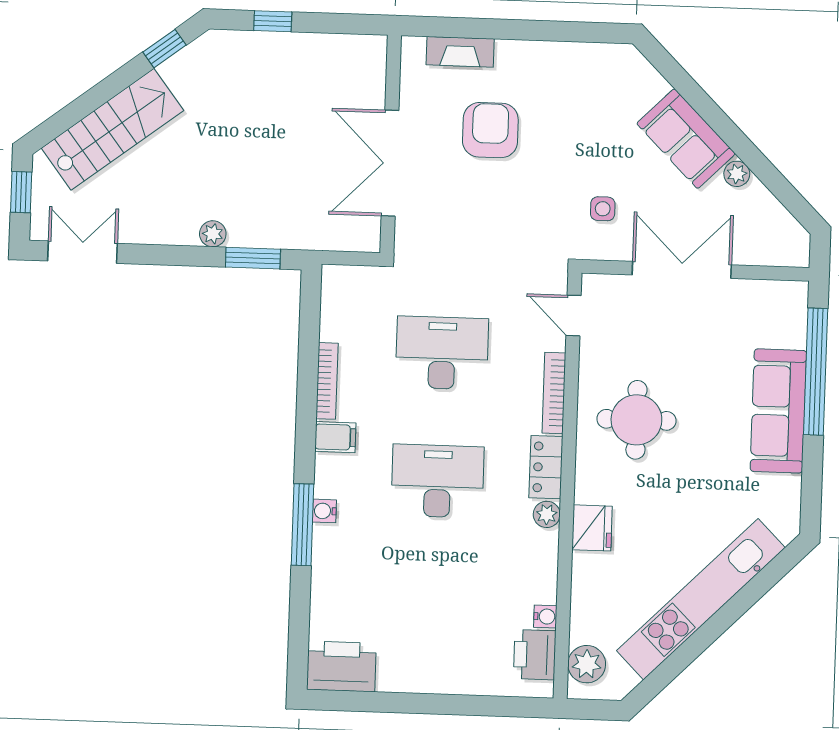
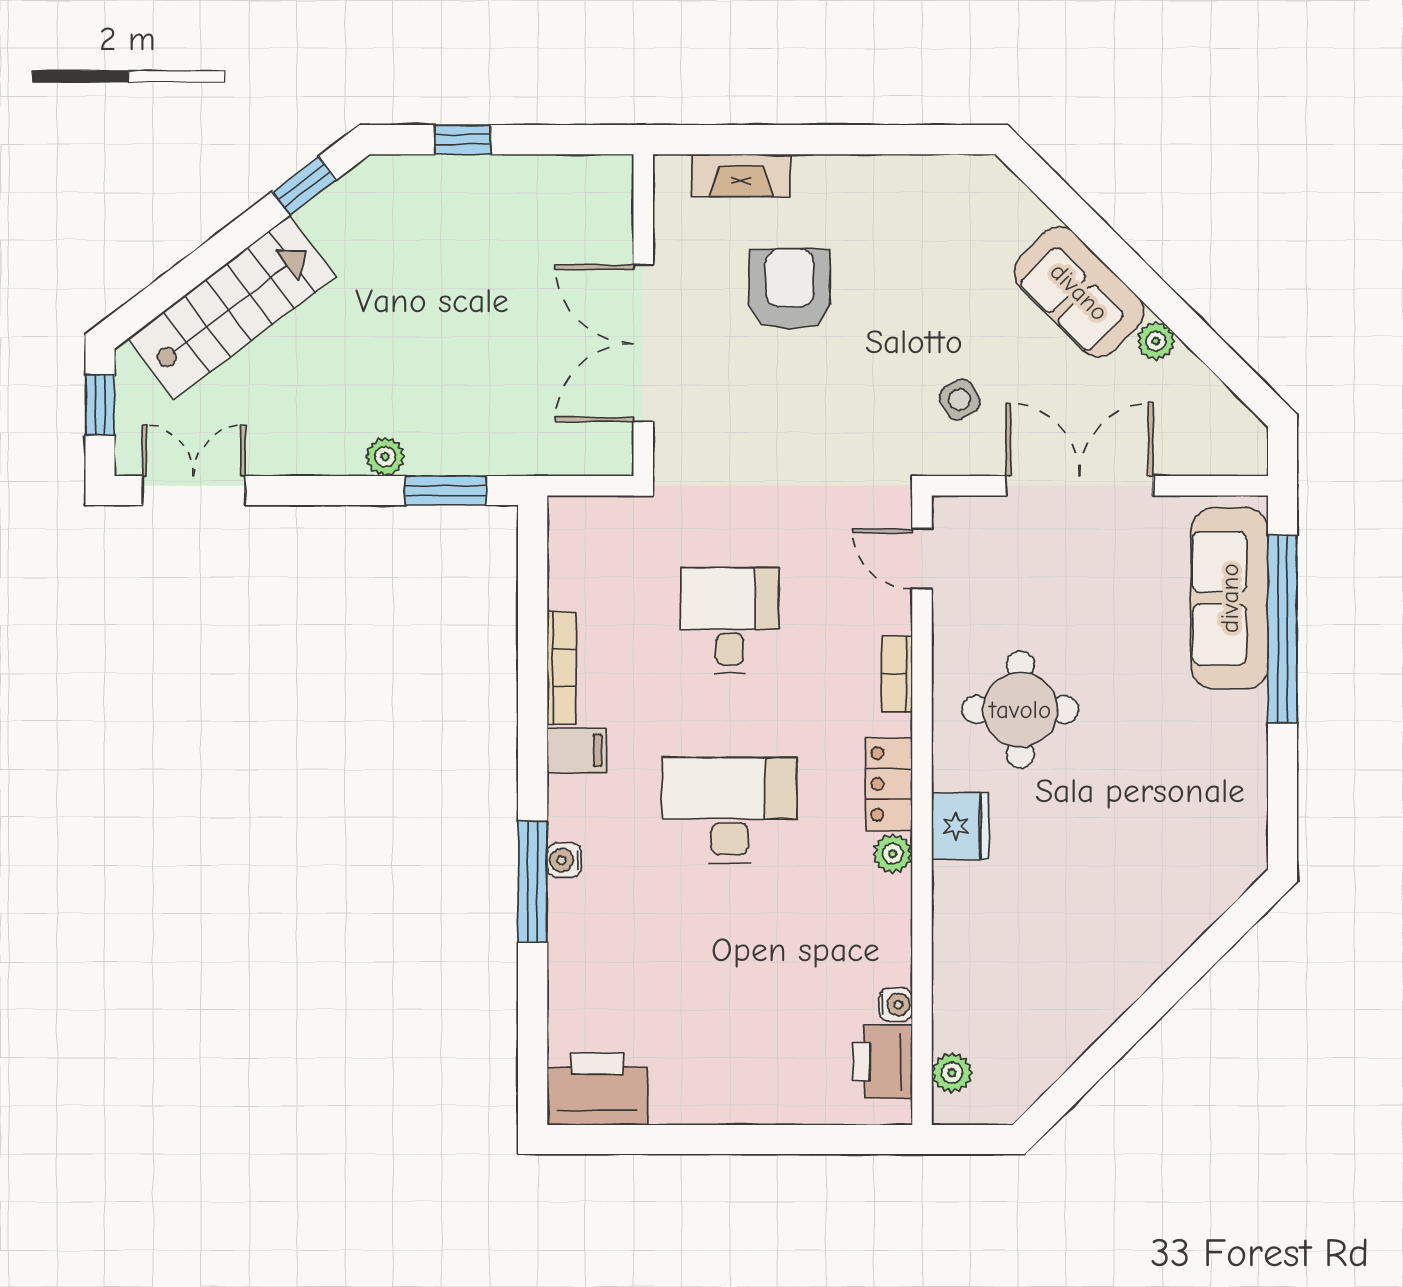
side table: (603, 209) -> (960, 400), turned -31
desk: (442, 353) -> (730, 621), width x0.73
bookcase: (554, 393) -> (897, 674), width x0.64
sofa: (778, 411) -> (1230, 598), moved
fridge: (592, 528) -> (960, 826), moved
kitchen unit: (701, 599) -> (1125, 971), removed
plant: (587, 664) -> (952, 1073), width x0.73, depth x0.73

